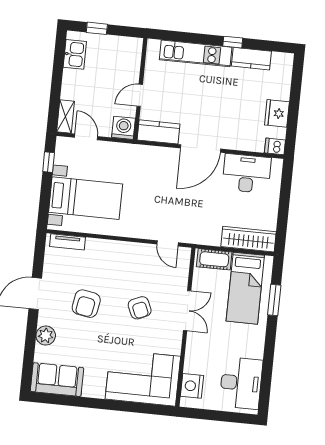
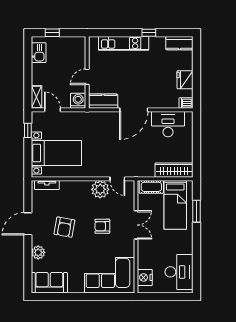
kitchen counter: (251, 59) -> (179, 43), moved
plant: (142, 255) -> (100, 189), added
armchair: (140, 308) -> (102, 226), turned 114

